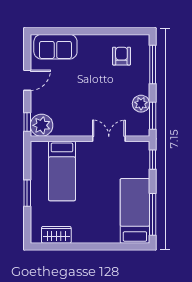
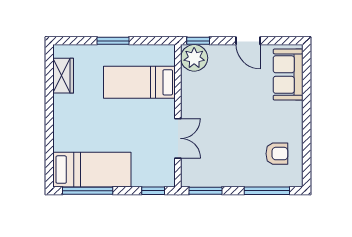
plant: (141, 104) -> (220, 177), removed

